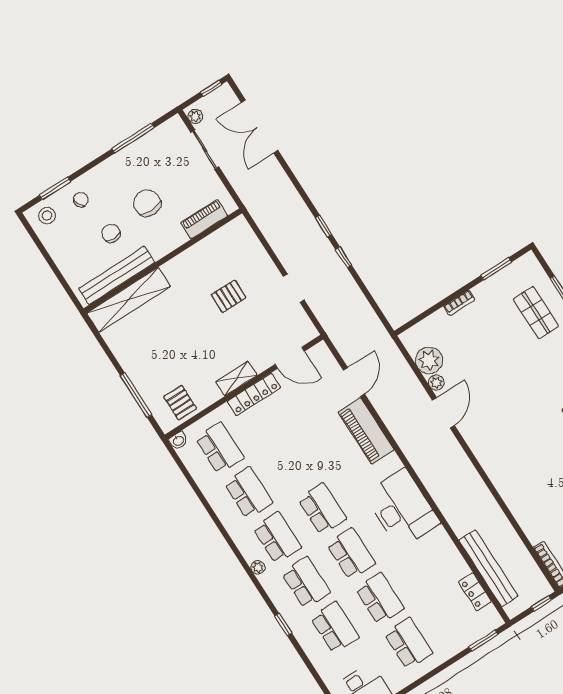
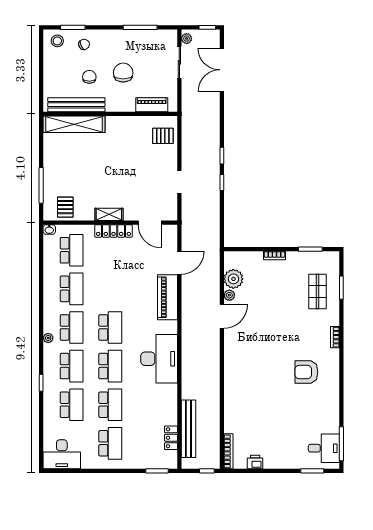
pallet: (229, 296) -> (163, 136), moved

